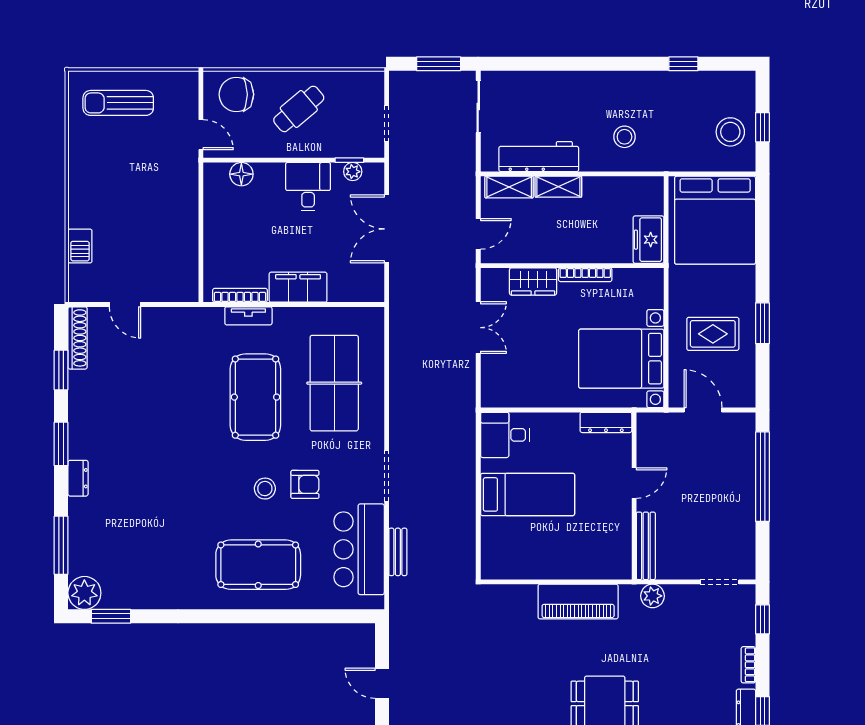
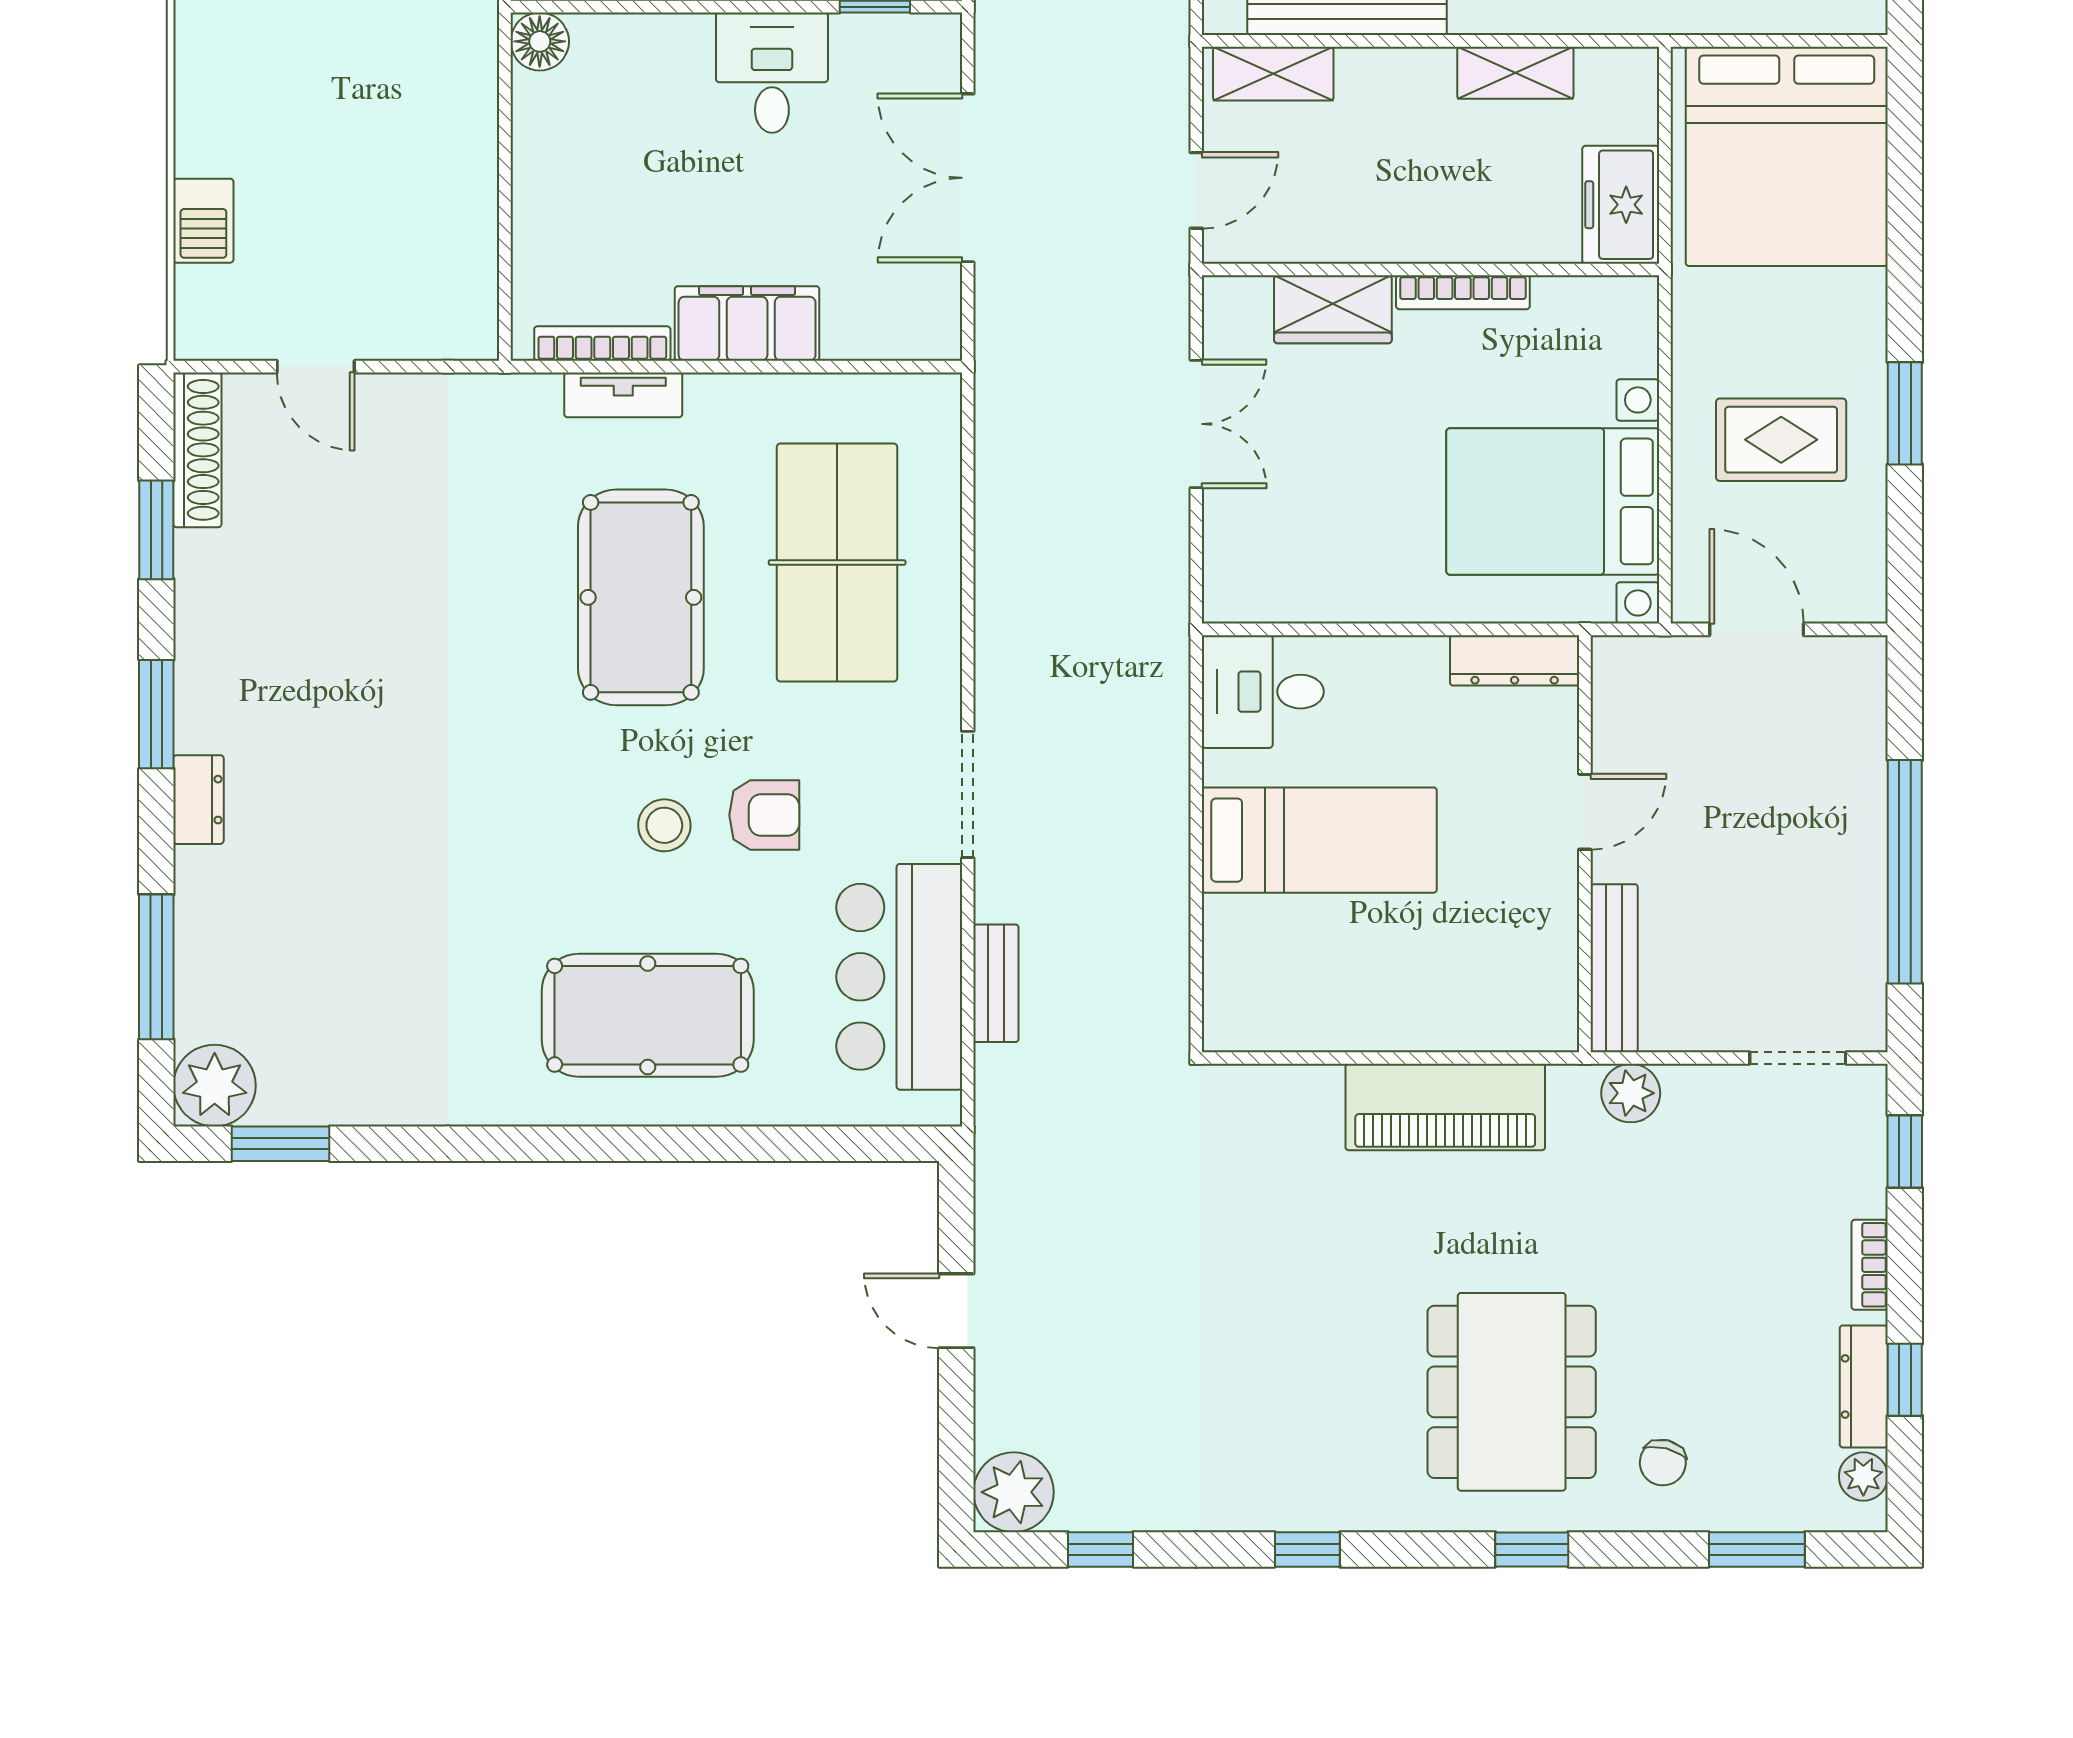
plant: (353, 172) -> (883, 35), removed
floor lamp: (241, 174) -> (540, 41), moved
shelving: (558, 187) -> (1515, 73), moved
window: (762, 477) -> (1905, 872), moved

